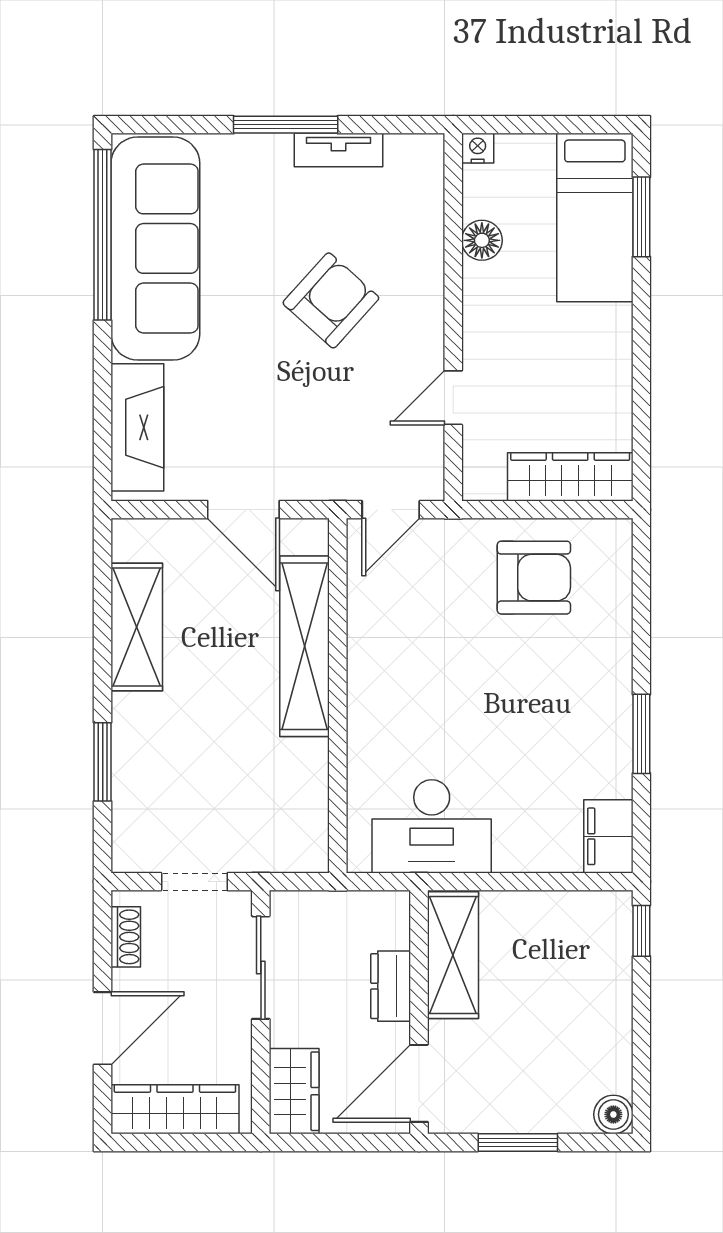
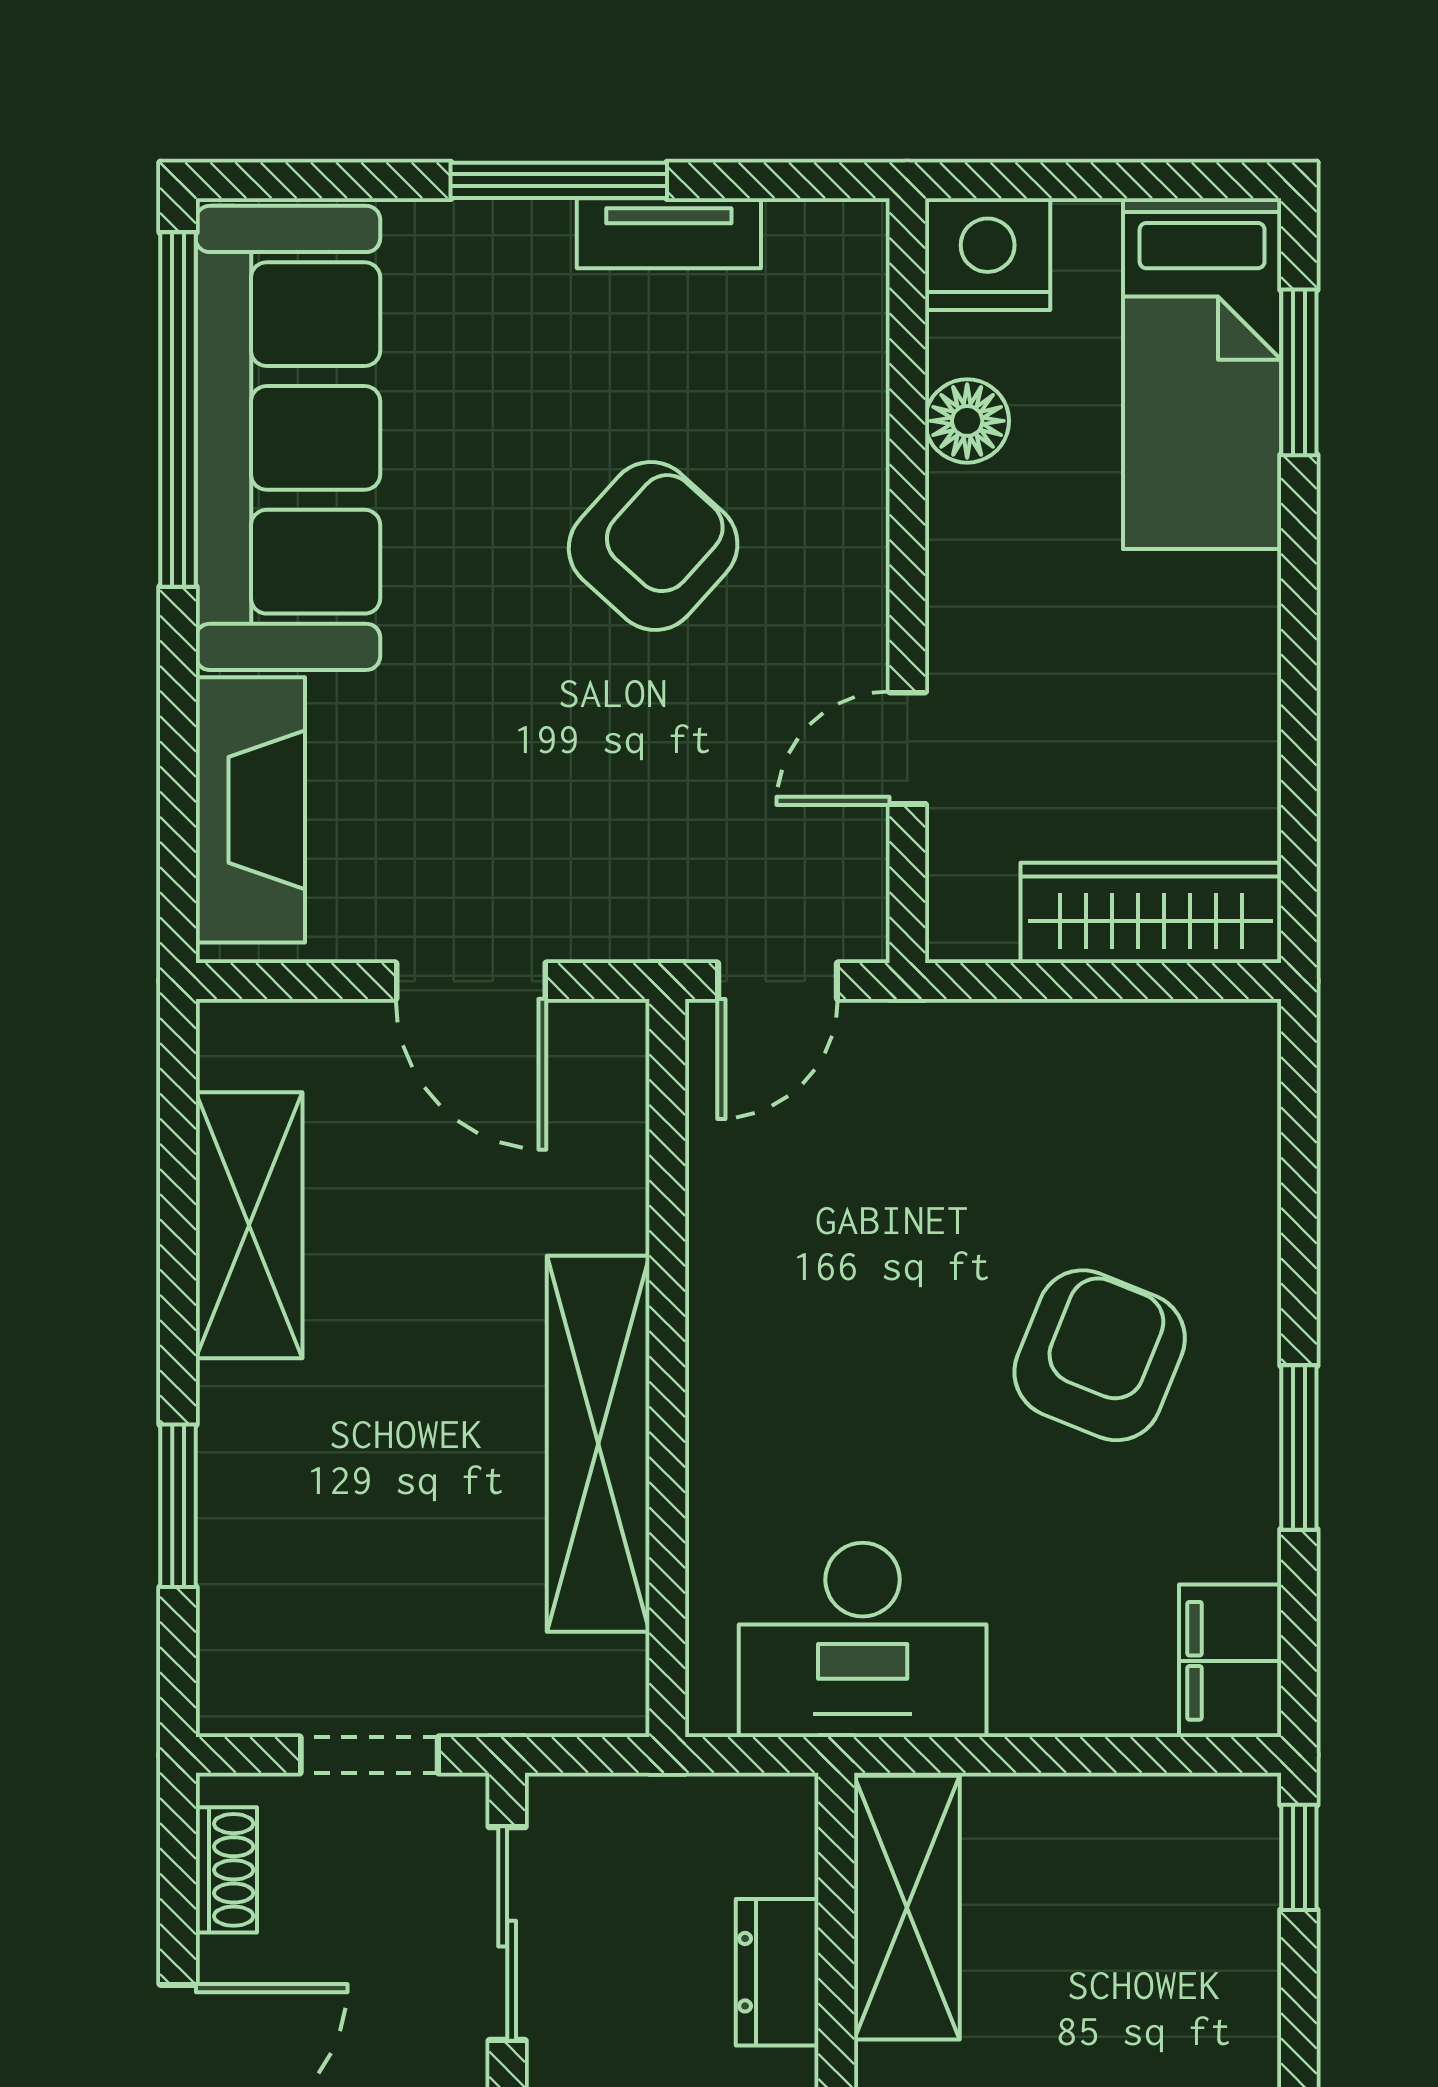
nightstand: (478, 148) -> (988, 254), width x1.89, depth x1.79
armchair: (534, 578) -> (1100, 1355), moved, turned -68
shelving: (305, 646) -> (598, 1444), moved

